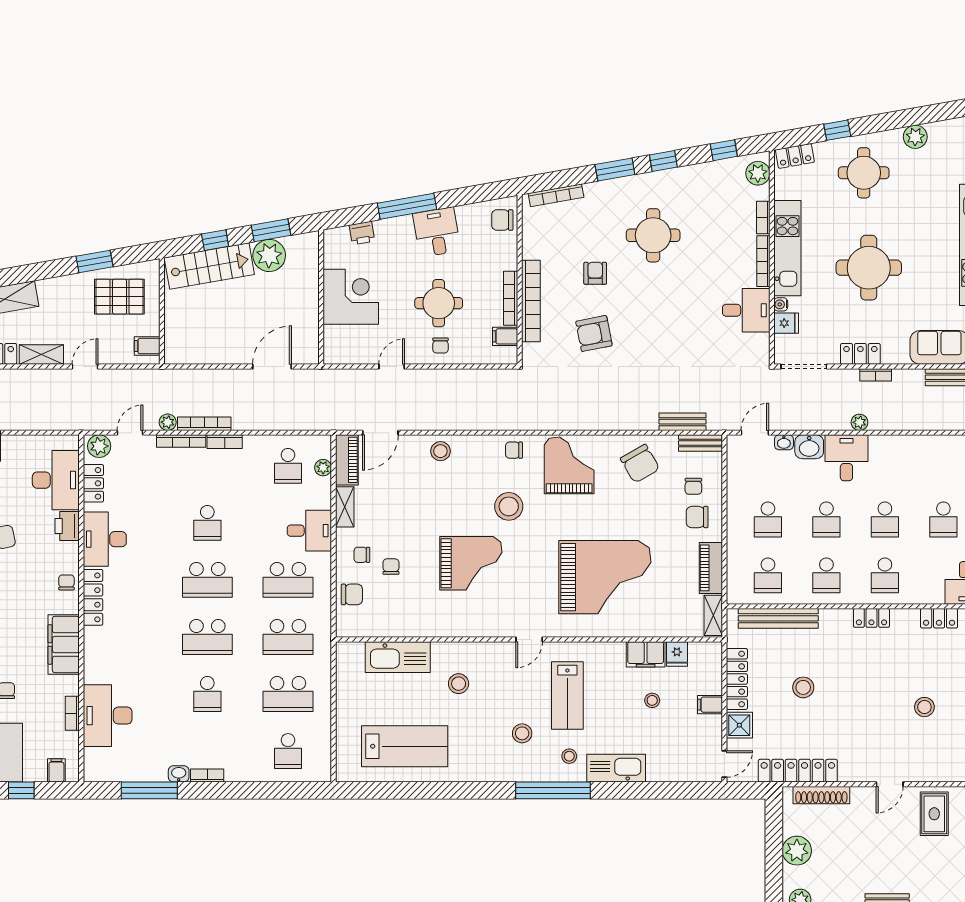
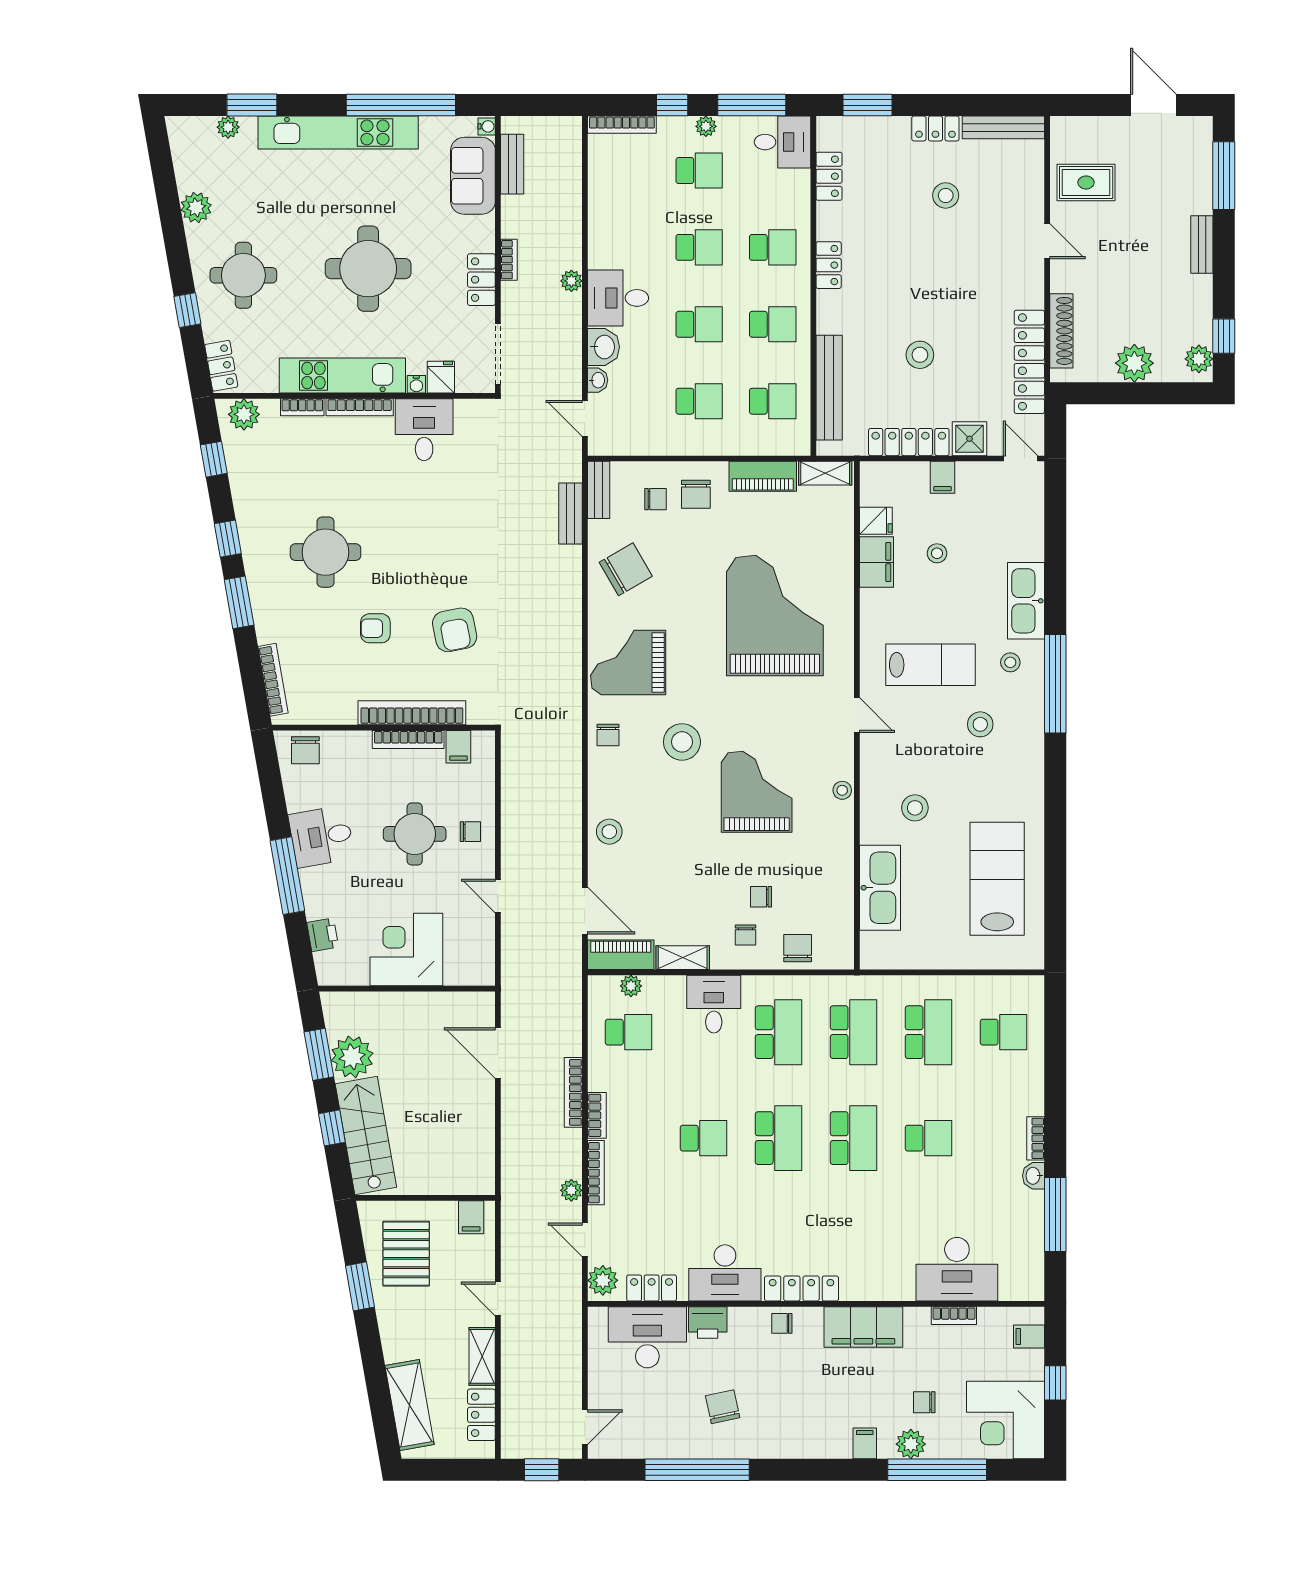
bookcase: (204, 424) -> (573, 1092), moved
stool: (472, 628) -> (842, 790), added

